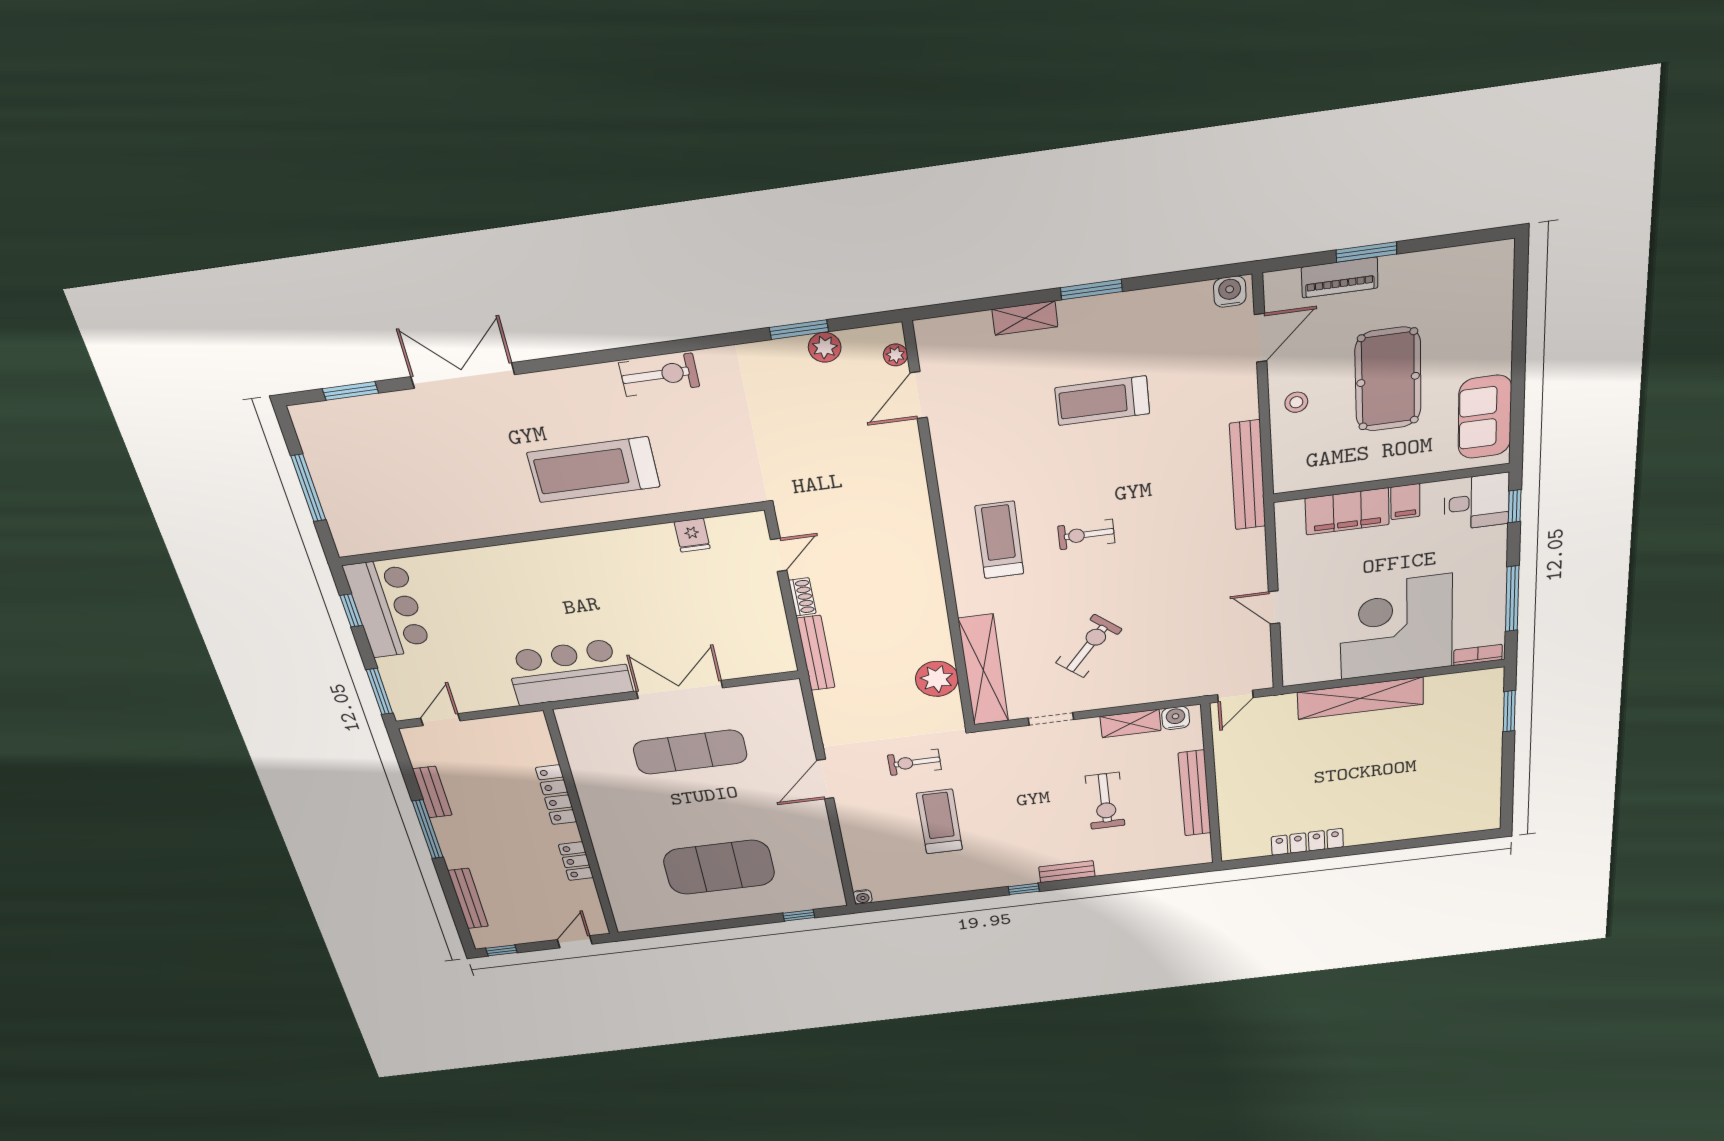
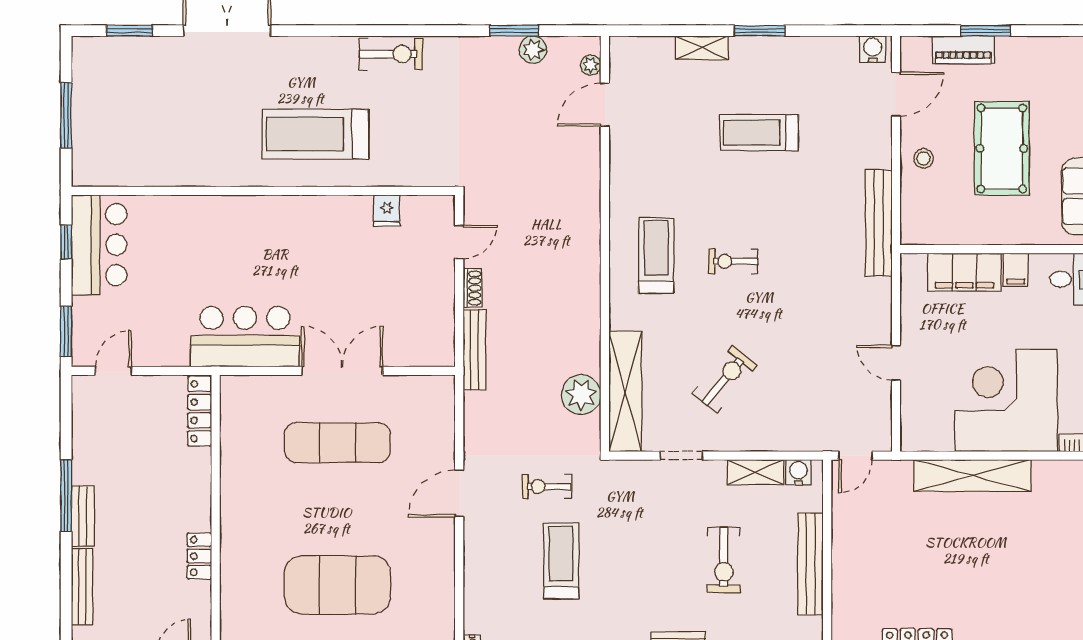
bench: (432, 792) -> (83, 516), moved
locker: (556, 795) -> (200, 411), moved

